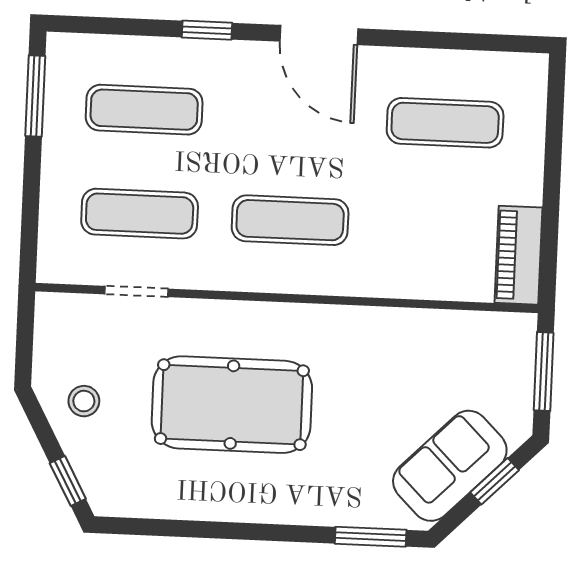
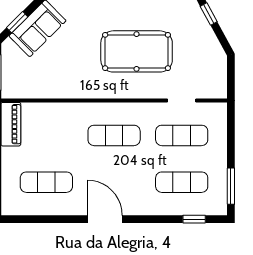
window: (207, 30) -> (194, 219), moved
stool: (84, 401) -> (203, 50), removed

